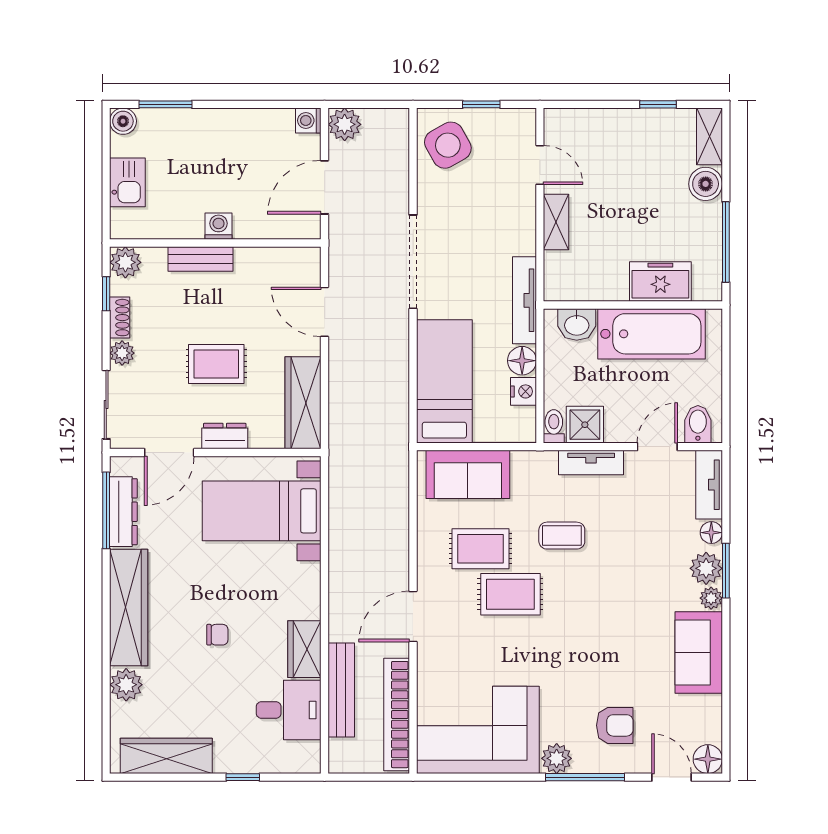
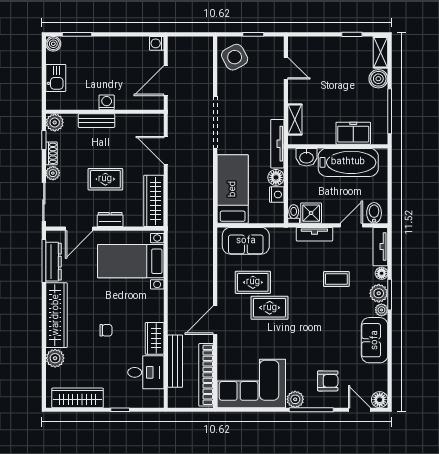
plant: (345, 124) -> (177, 46), removed
shelving: (556, 222) -> (295, 120), moved
coffee table: (562, 536) -> (336, 279), moved

